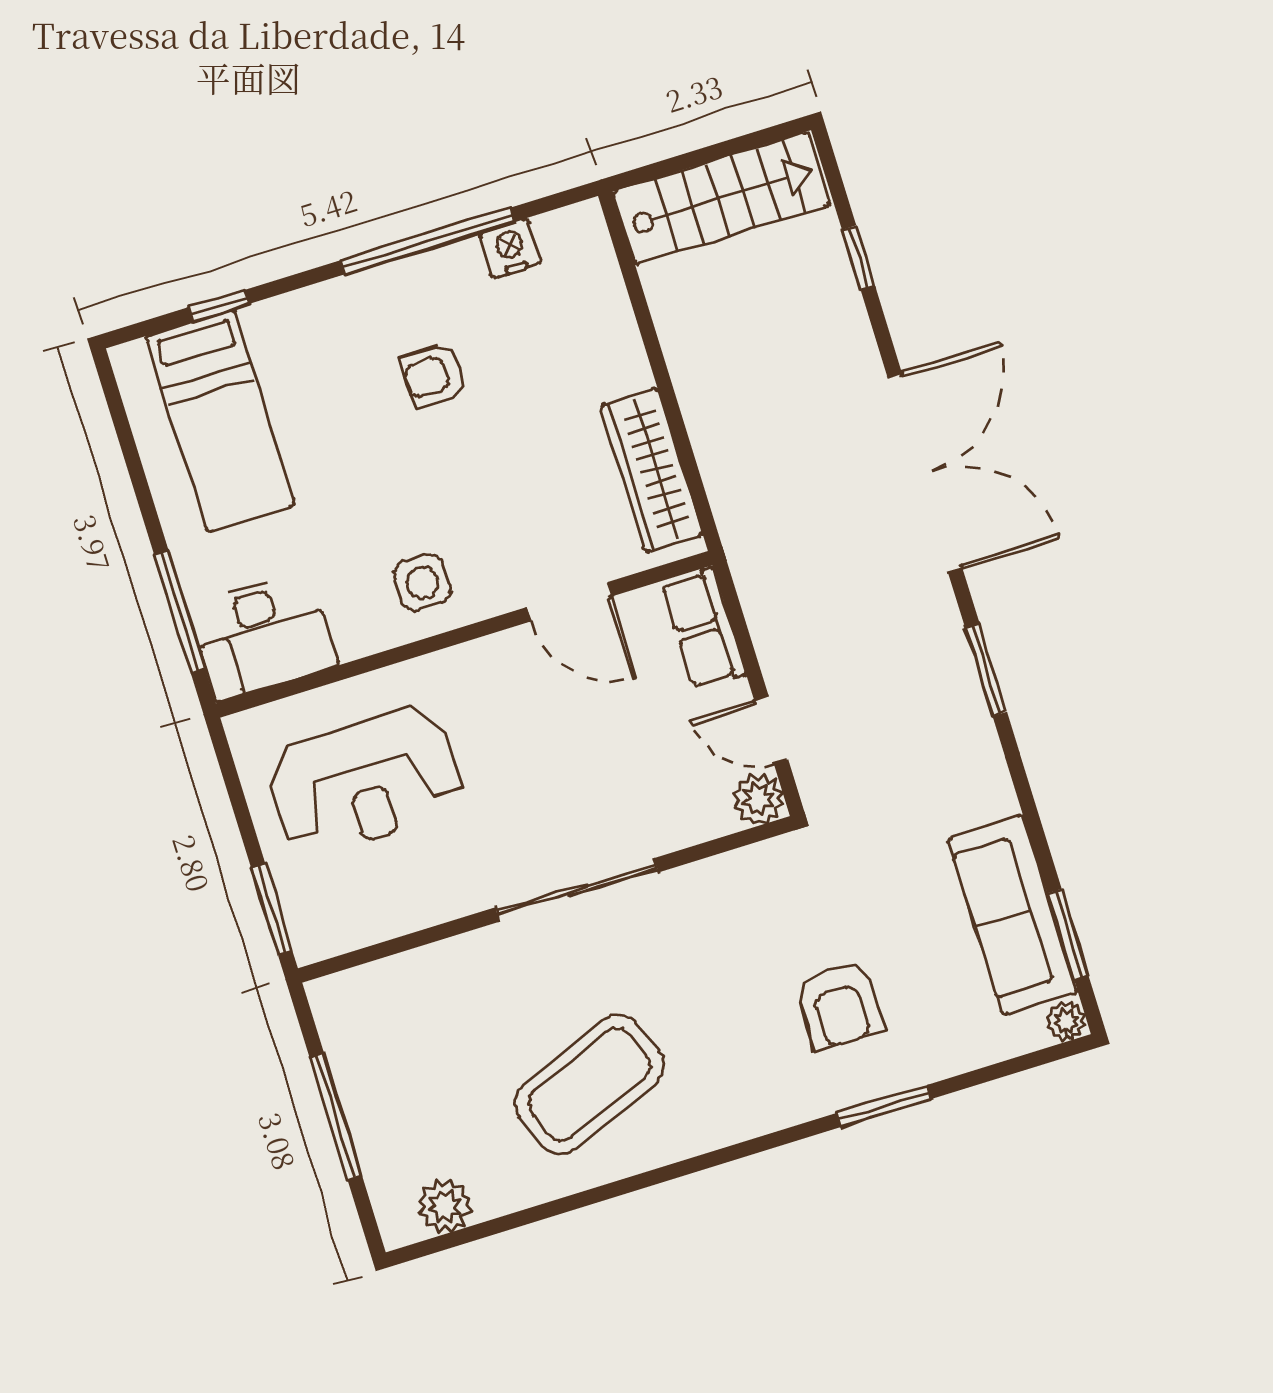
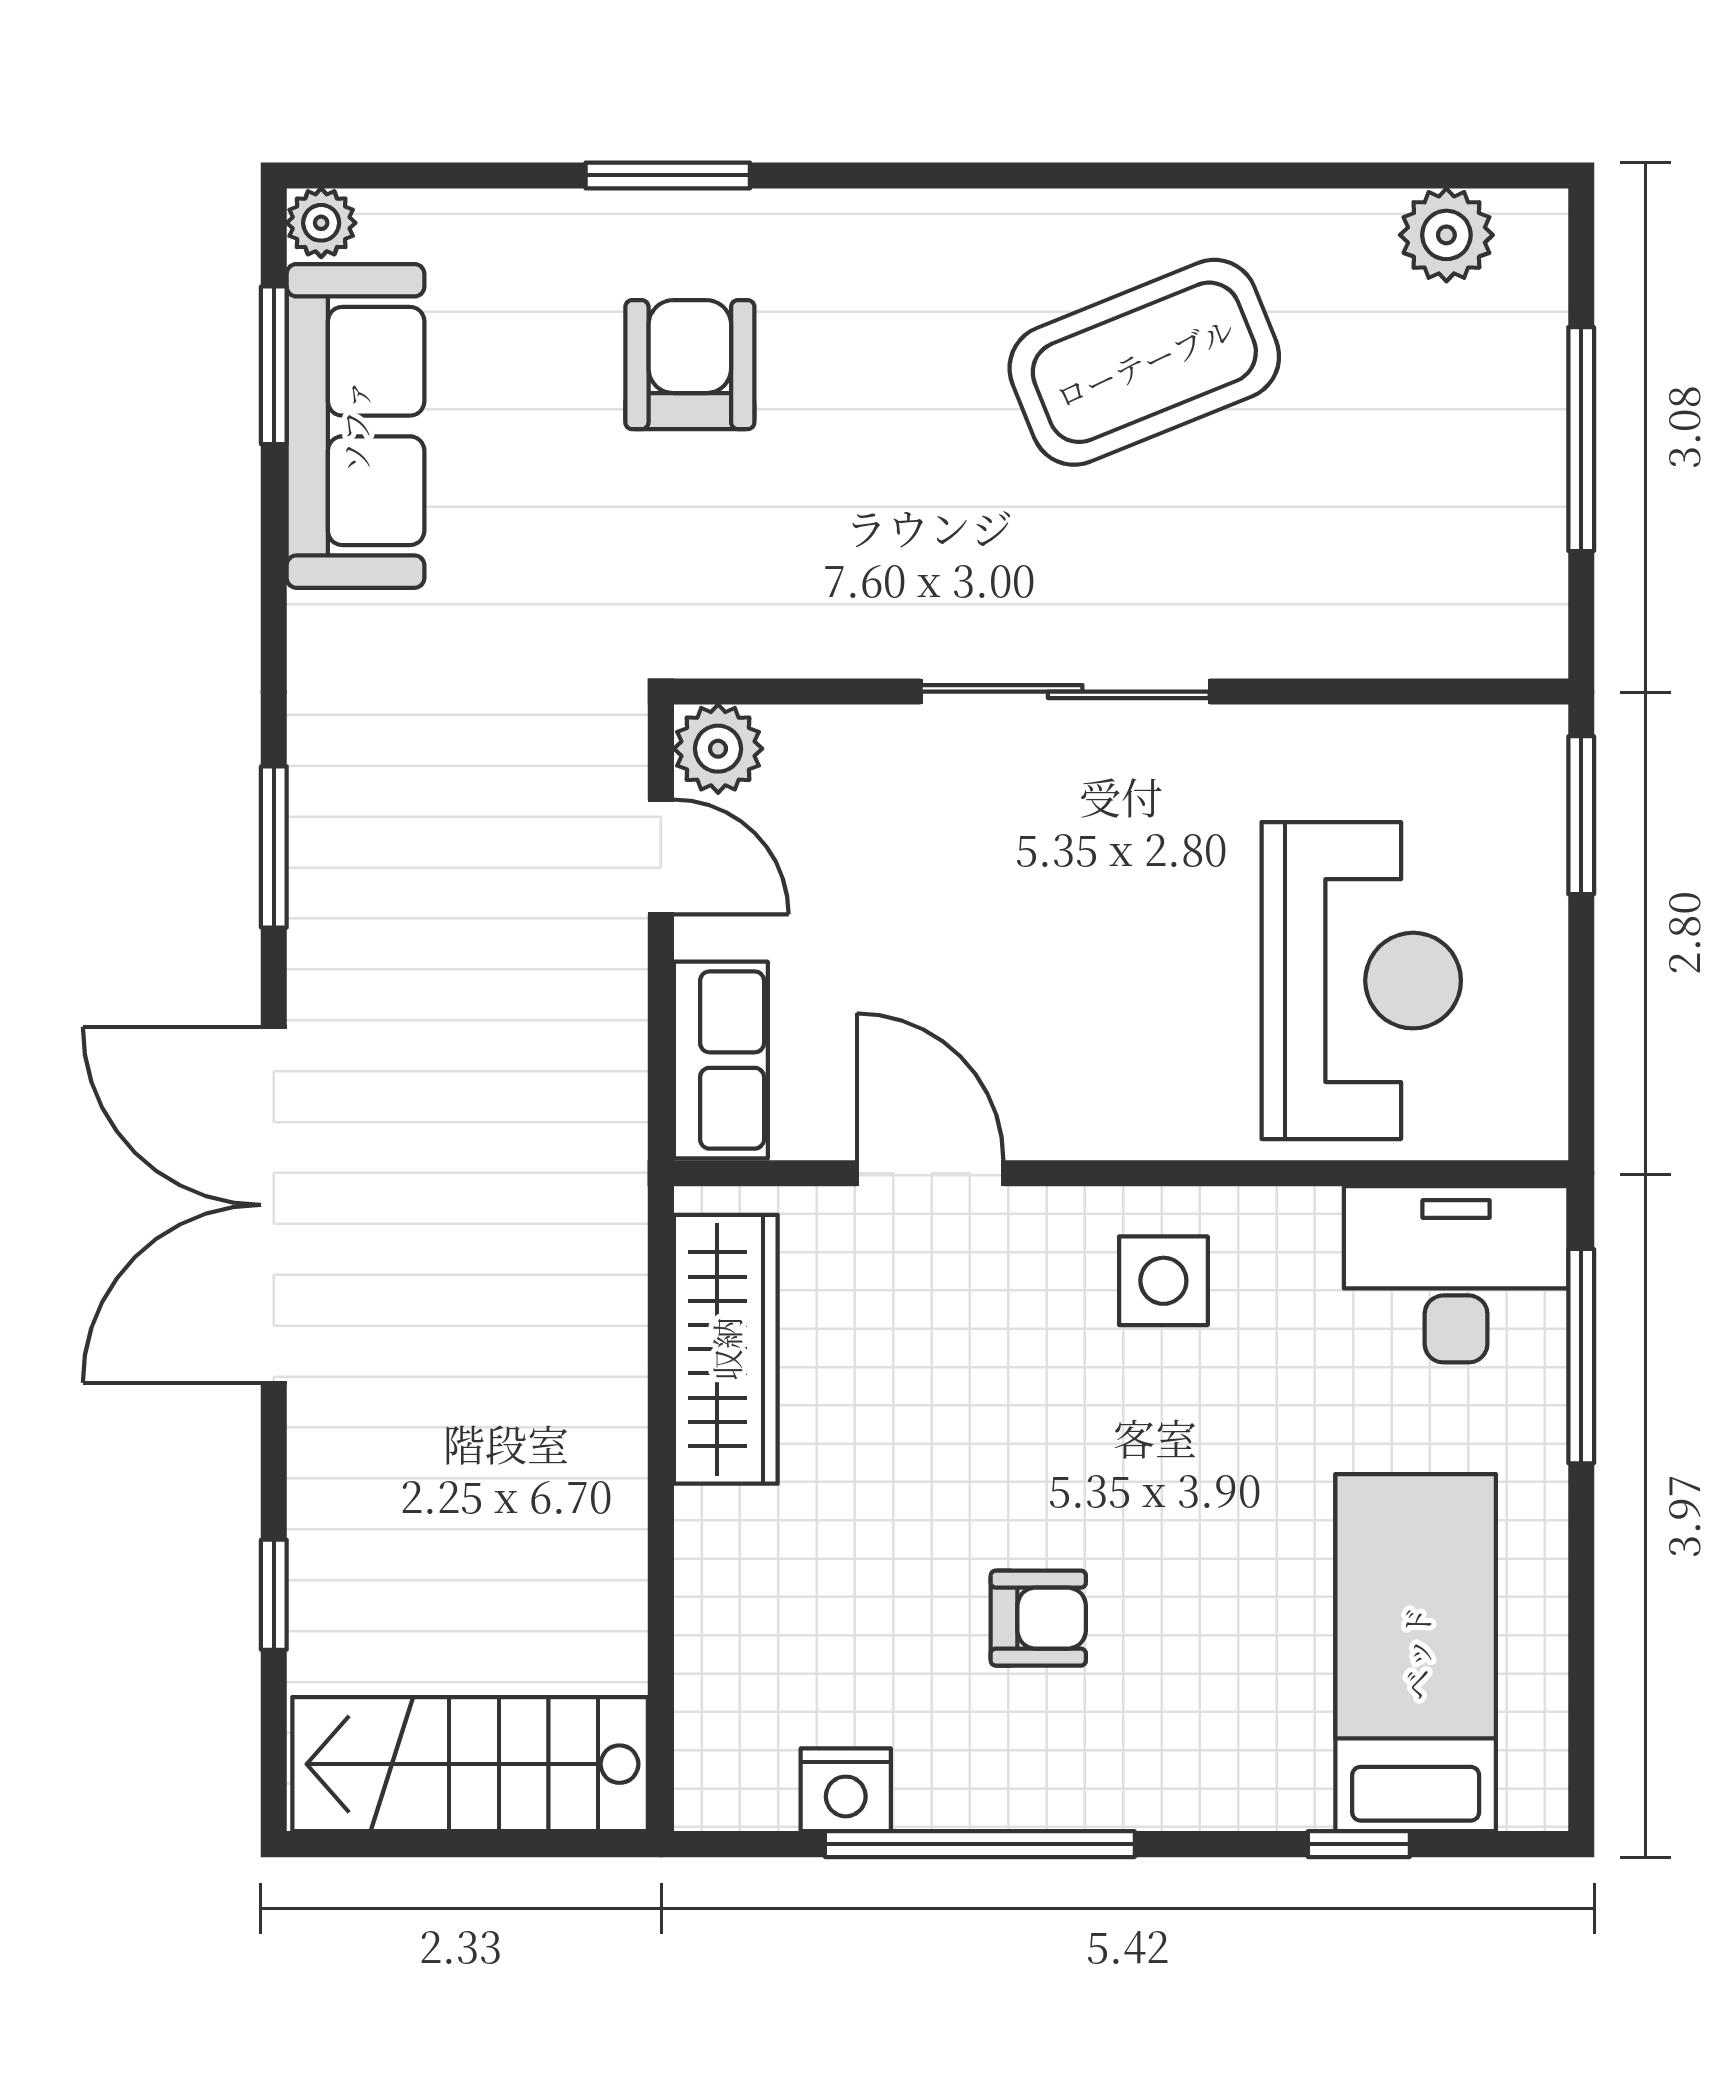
reception desk: (365, 781) -> (1361, 981), turned 90

